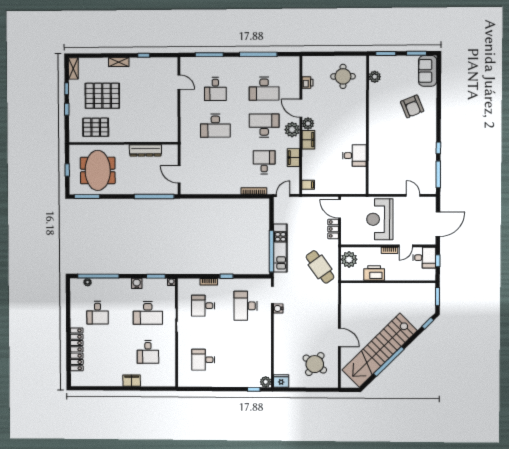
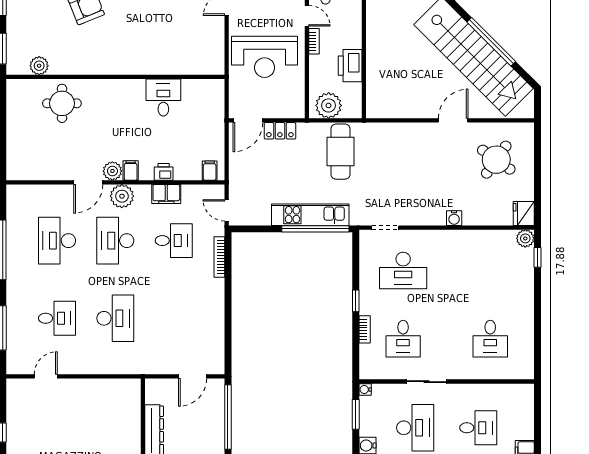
round table: (343, 76) -> (62, 103), moved
printer: (307, 83) -> (164, 172), moved
desk: (264, 89) -> (57, 241), turned 180
filing cabinet: (308, 140) -> (131, 170), width x0.50
desk: (264, 162) -> (174, 241), turned 180
cafe table: (320, 267) -> (340, 152), turned -54
water cooler: (278, 308) -> (454, 218), moved

